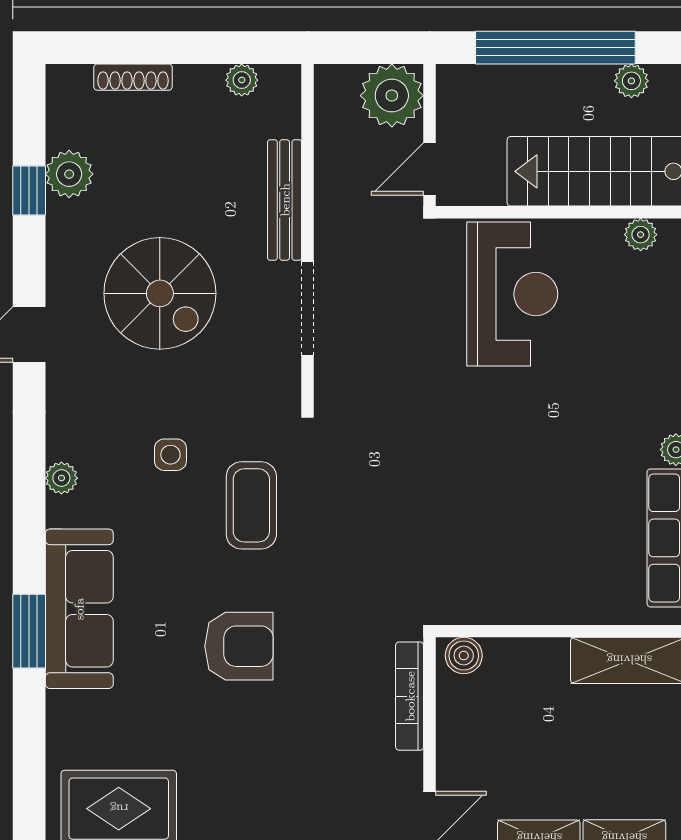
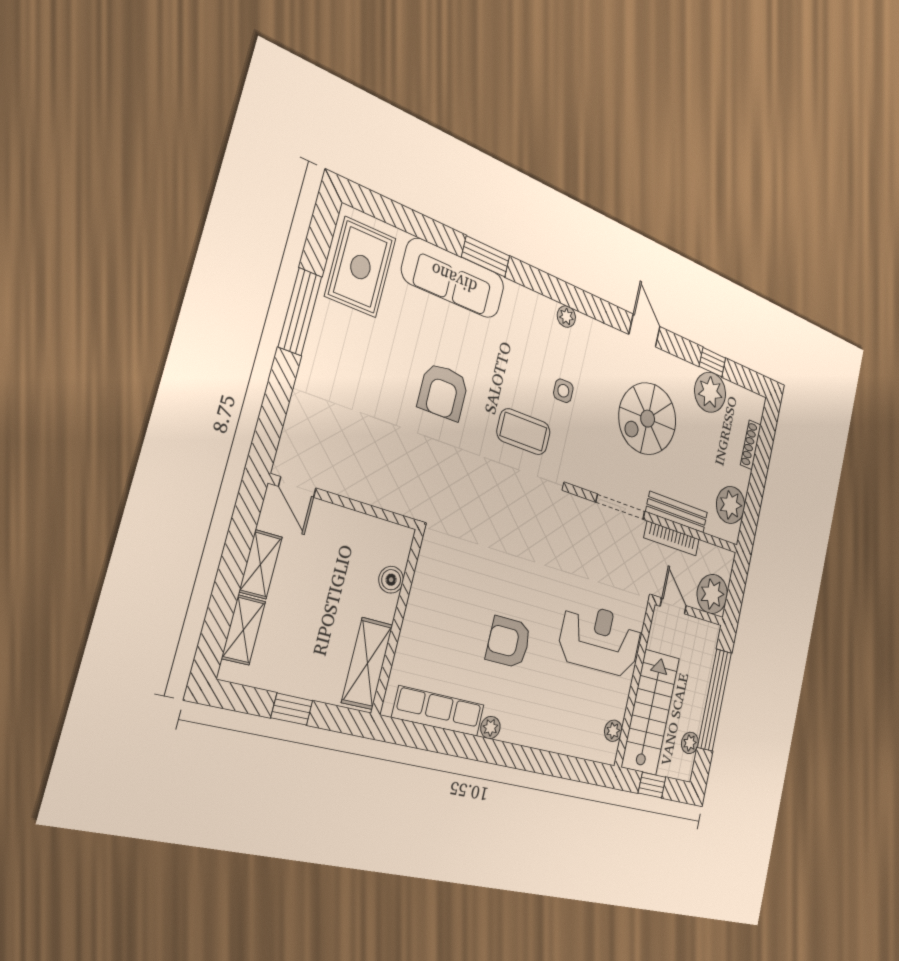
plant: (242, 80) -> (731, 505), width x1.88, depth x1.88
plant: (69, 174) -> (710, 392), width x1.36, depth x1.36
reception desk: (512, 294) -> (600, 639), turned 180
armchair: (552, 451) -> (509, 642), added
sofa: (79, 609) -> (454, 278), moved
boiler: (464, 656) -> (391, 580), moved
bookcase: (410, 696) -> (672, 538), moved, turned 180

